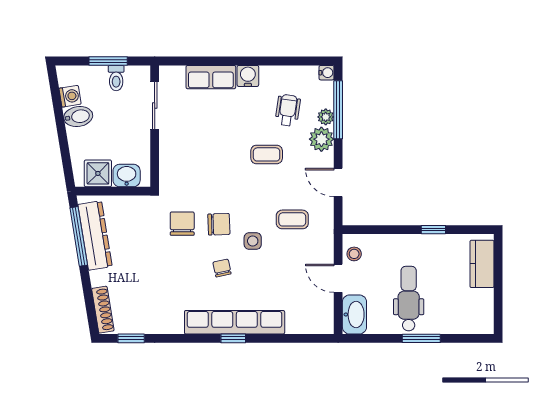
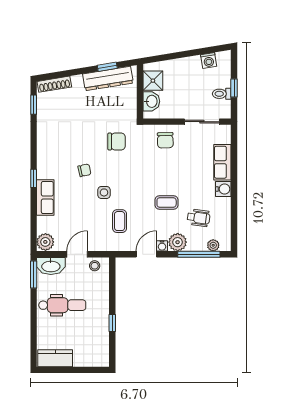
window: (108, 61) -> (234, 88), width x0.67
water cooler: (327, 73) -> (162, 246), moved
bidet: (78, 117) -> (194, 66), removed
plant: (326, 117) -> (213, 245), moved
coffee table: (267, 154) -> (167, 203), turned 90
chair: (219, 224) -> (165, 140), moved
window: (79, 236) -> (107, 67), width x0.46
kitchen counter: (482, 264) -> (55, 358), moved
row of seats: (235, 322) -> (45, 198), width x0.50
plant: (321, 322) -> (45, 242), added
window: (421, 338) -> (34, 275), moved

